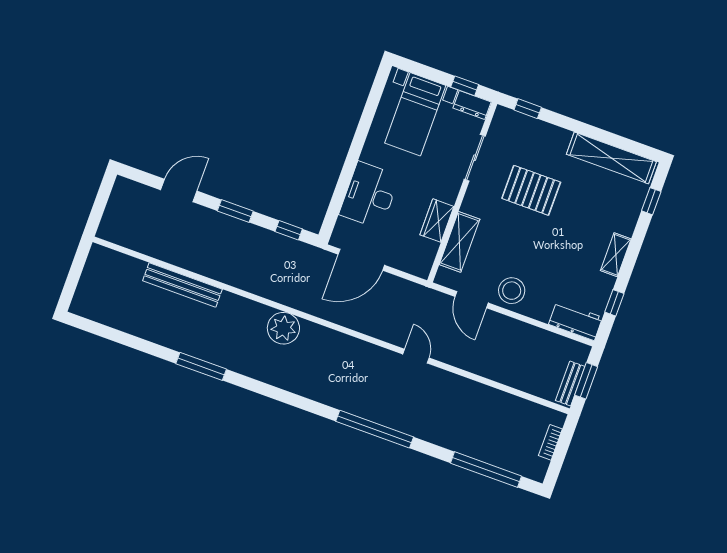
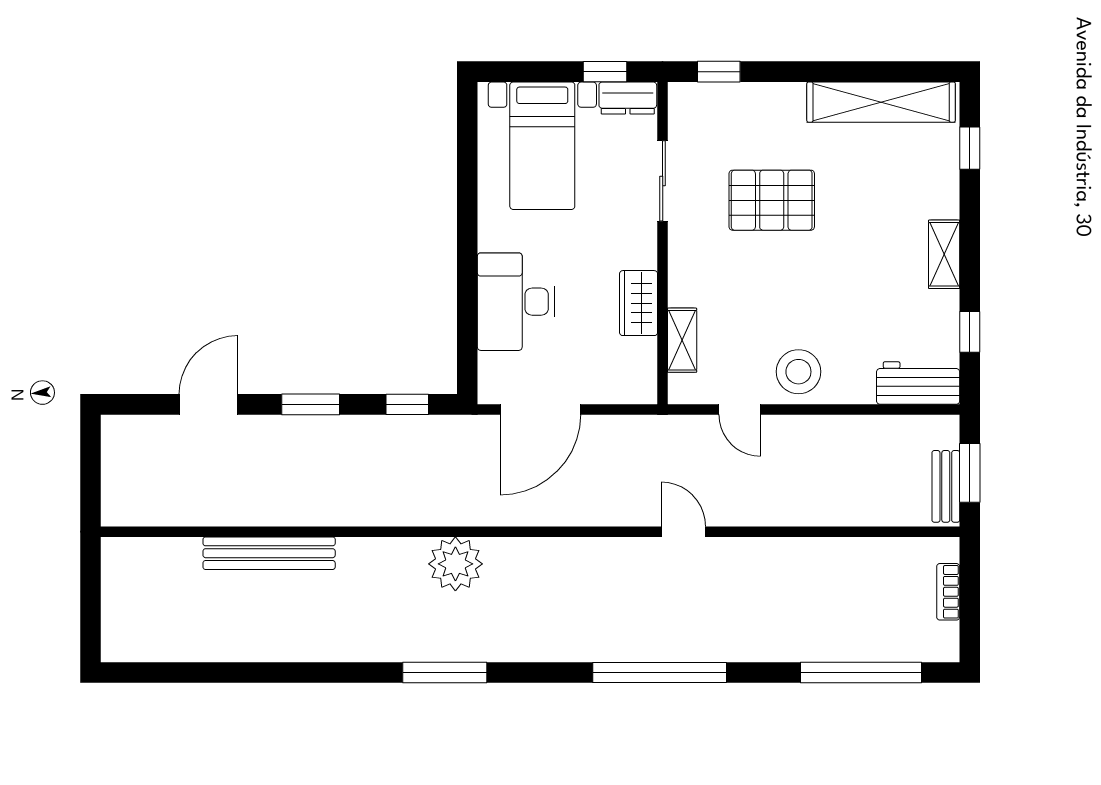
shelving: (459, 242) -> (682, 340), width x0.67, depth x0.75
door: (472, 300) -> (740, 409), width x0.73
window: (201, 366) -> (445, 673), moved

